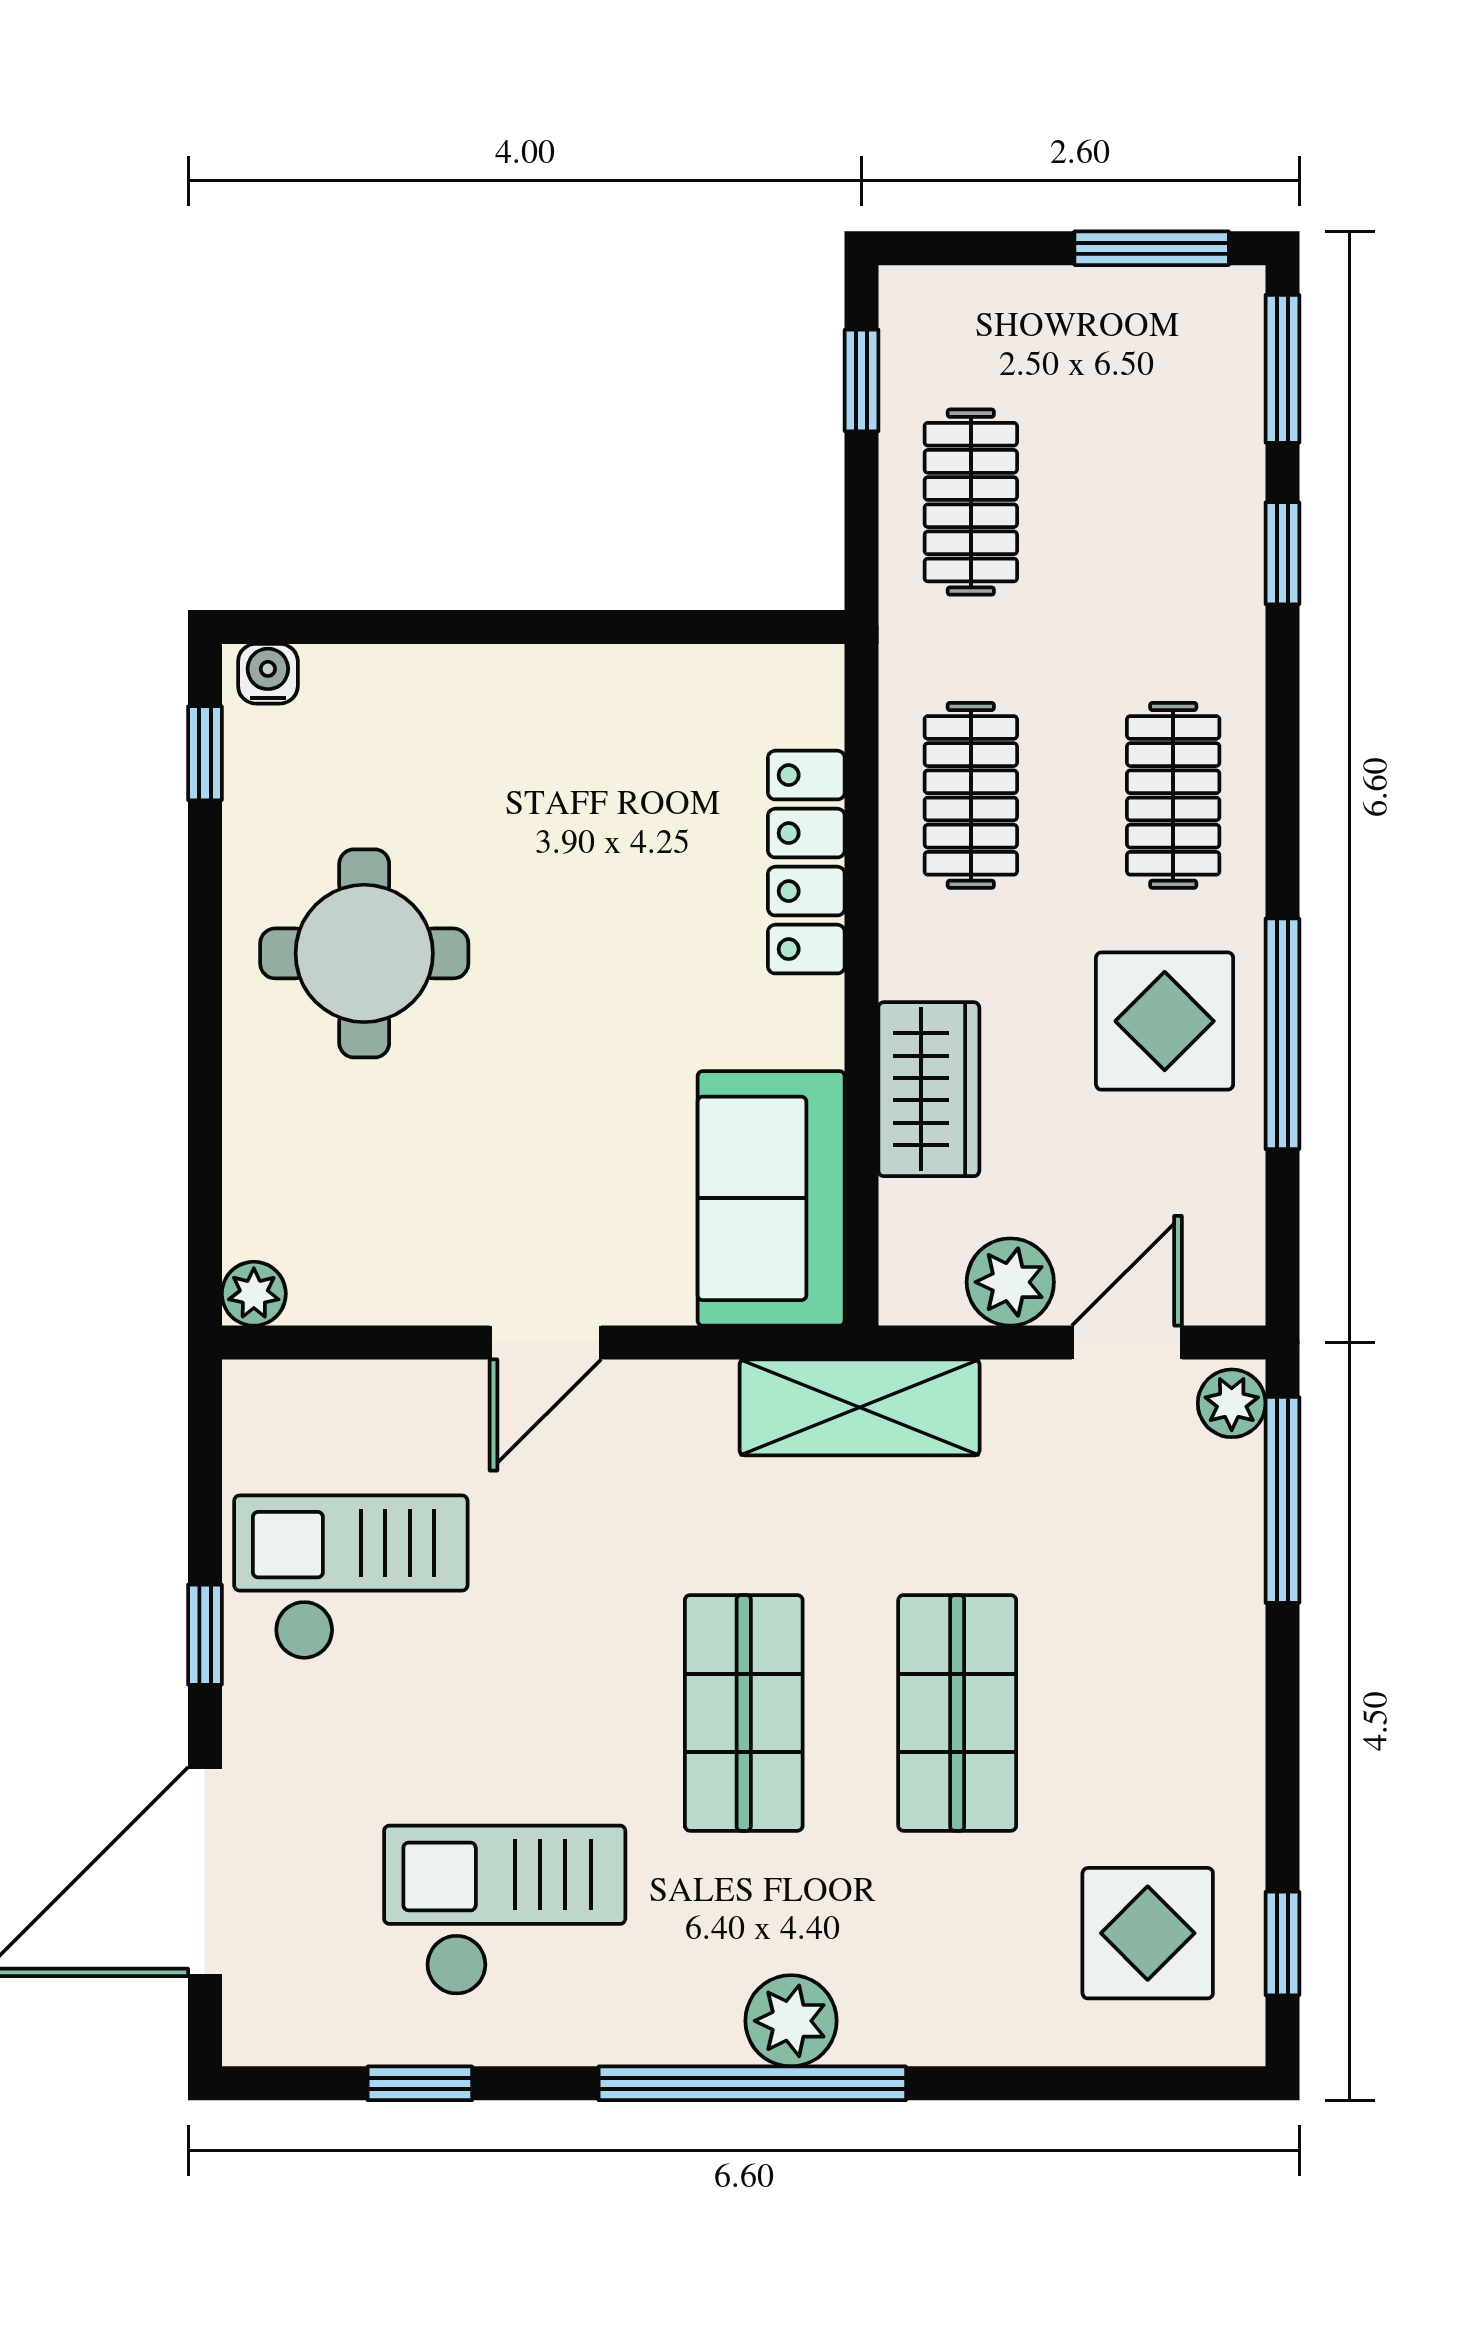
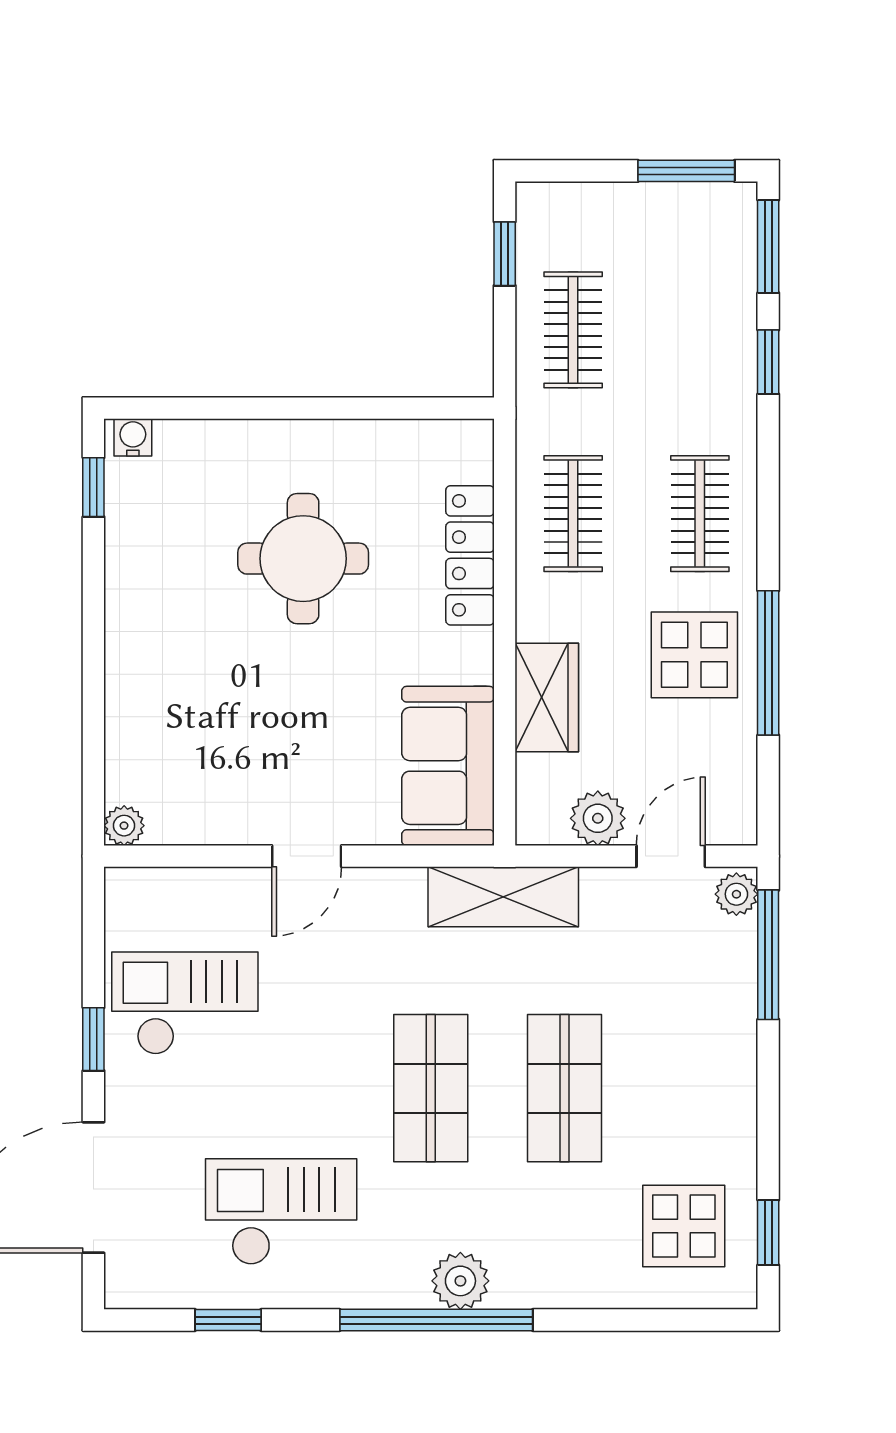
round table: (364, 953) -> (303, 559), moved

